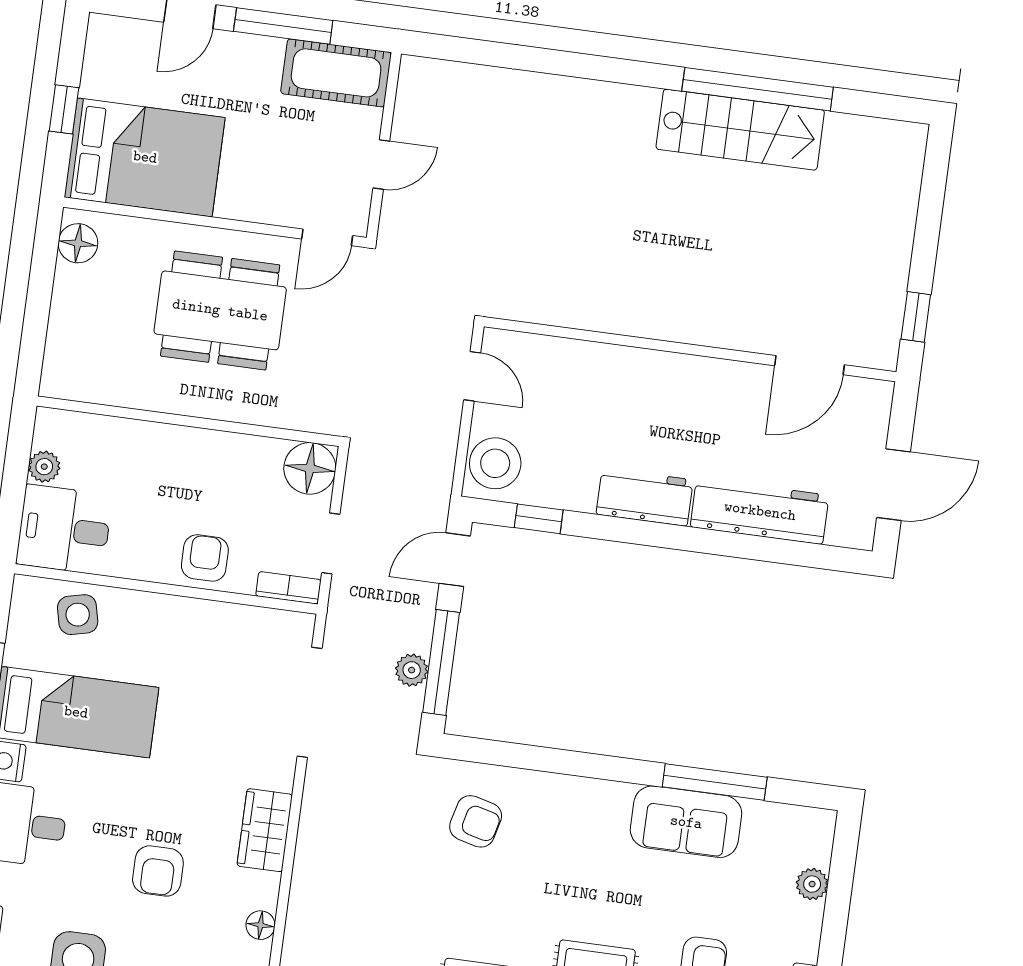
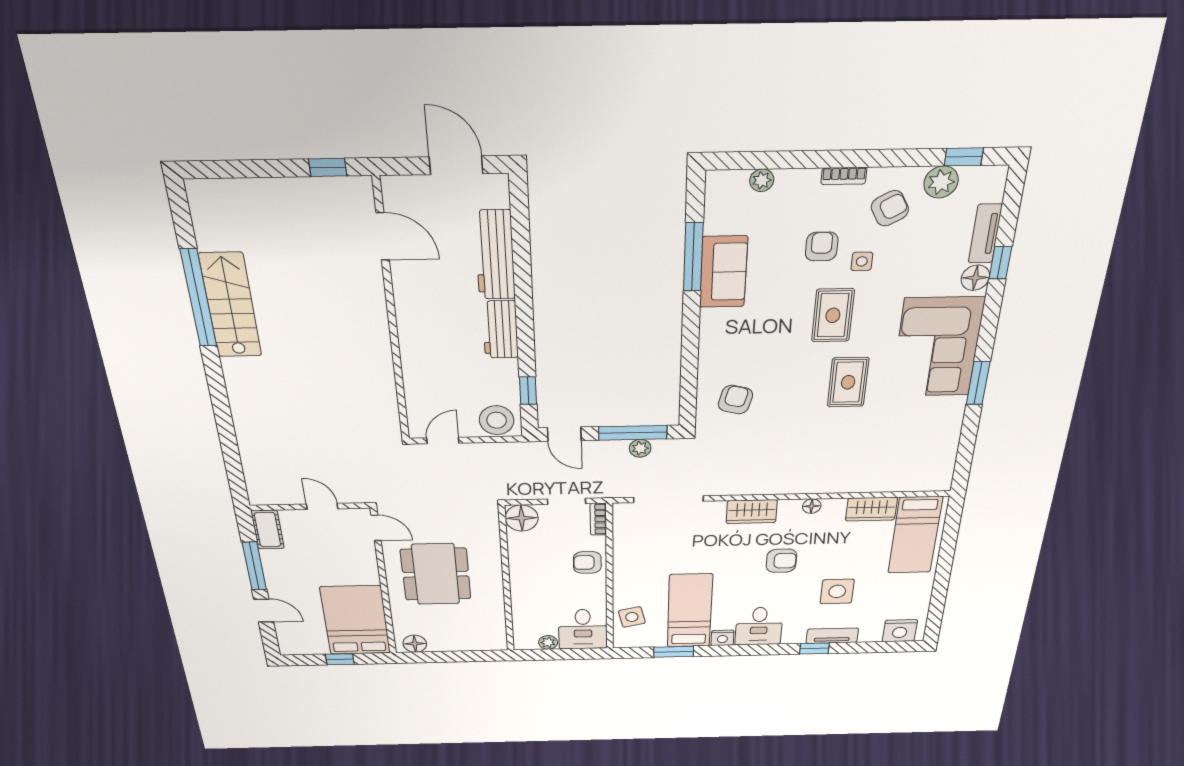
cot: (336, 73) -> (268, 530), width x0.73, depth x0.75

